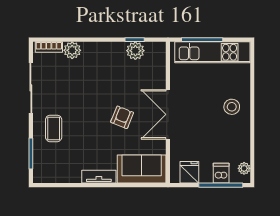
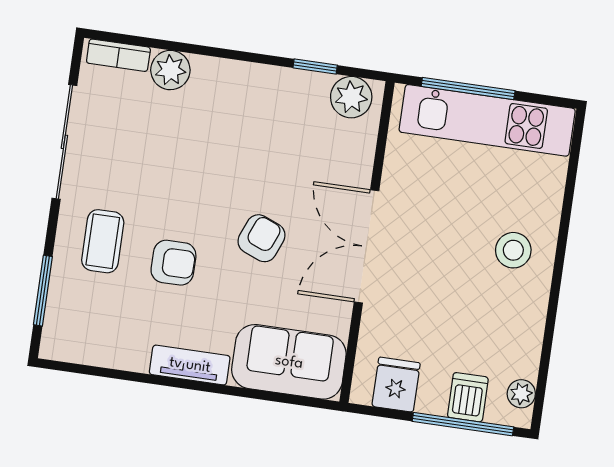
plant: (135, 51) -> (351, 97), moved
armchair: (86, 133) -> (173, 263), added

